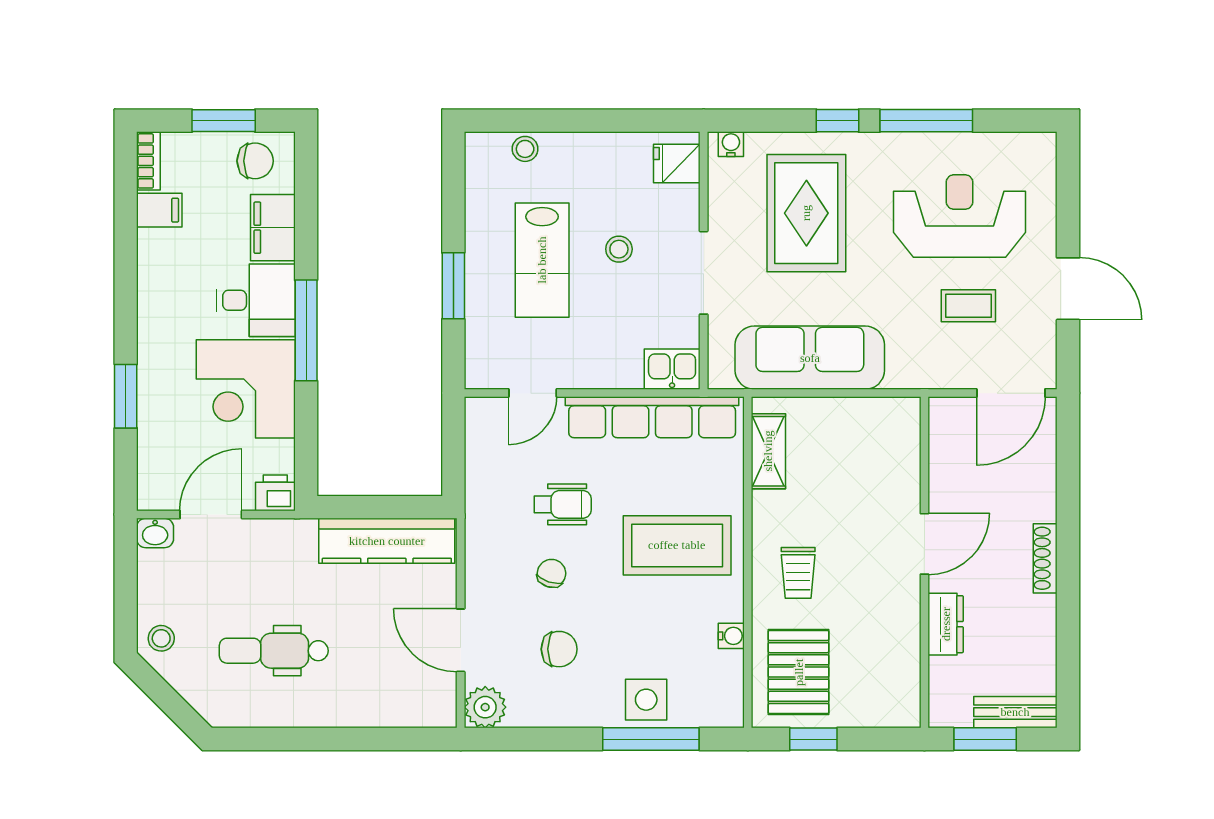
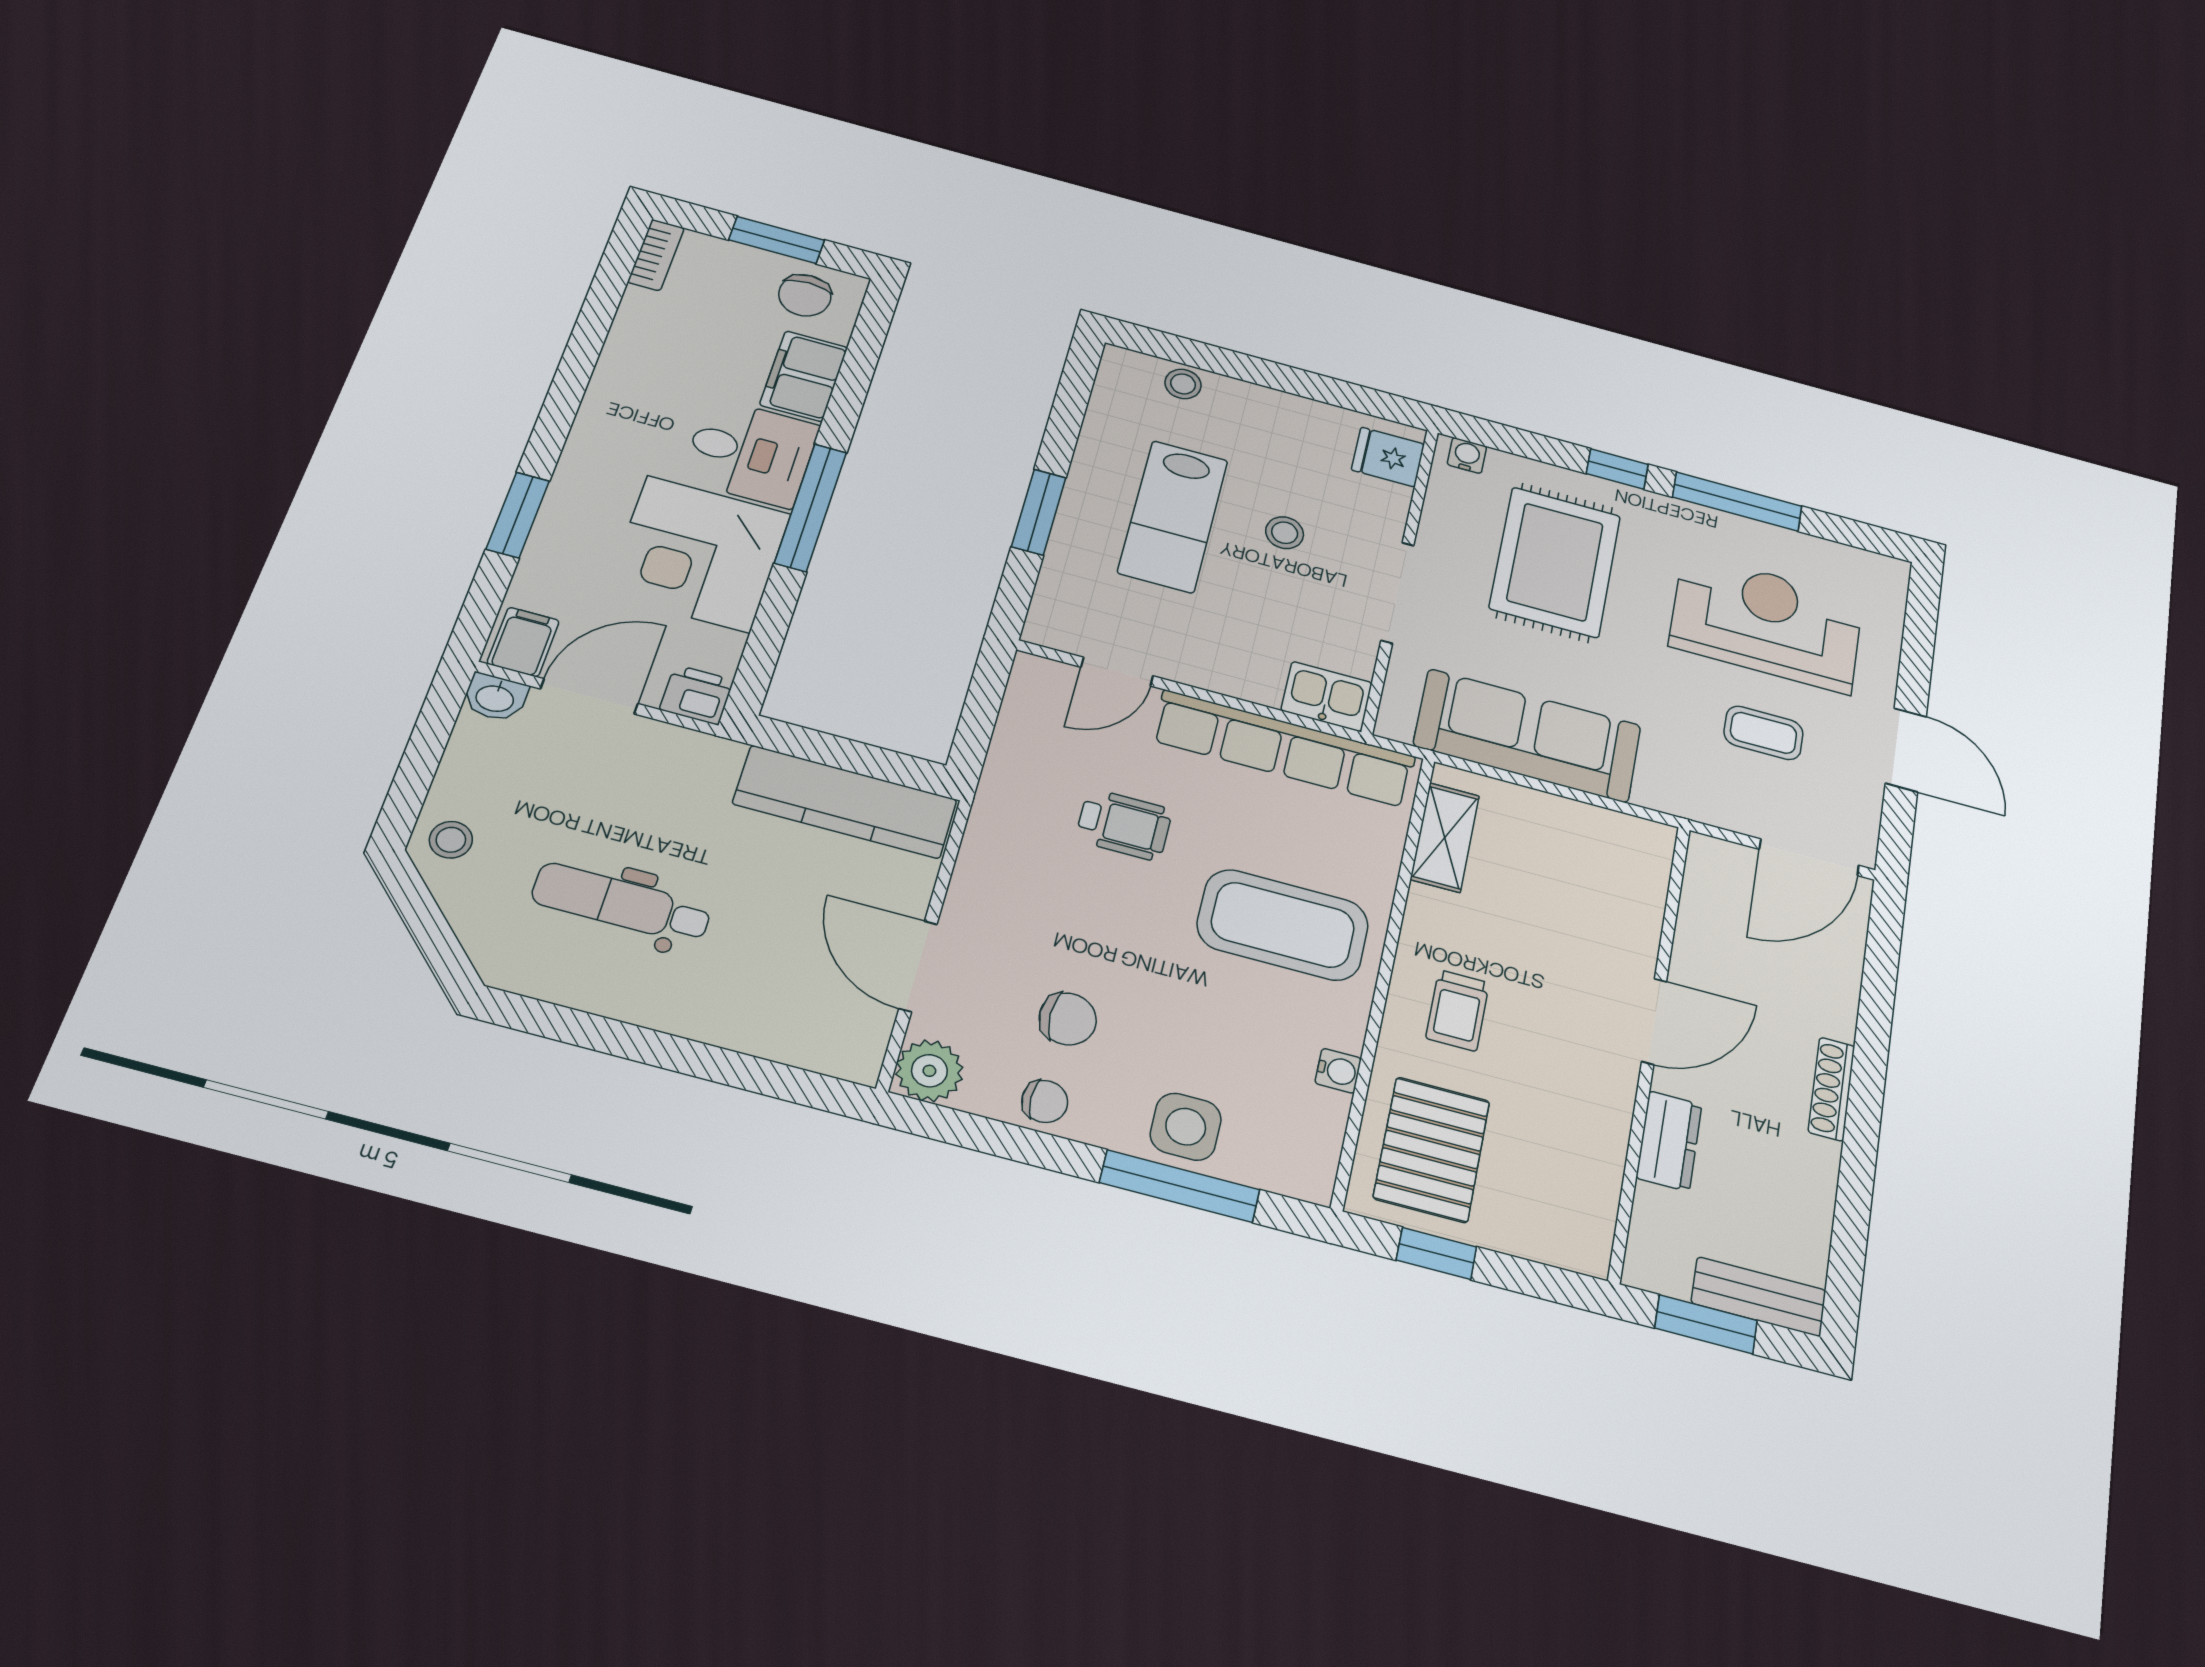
chair: (255, 161) -> (805, 295), turned 90
filing cabinet: (159, 210) -> (523, 642), moved, turned -90
chair: (551, 573) -> (1045, 1101), moved, turned 72

